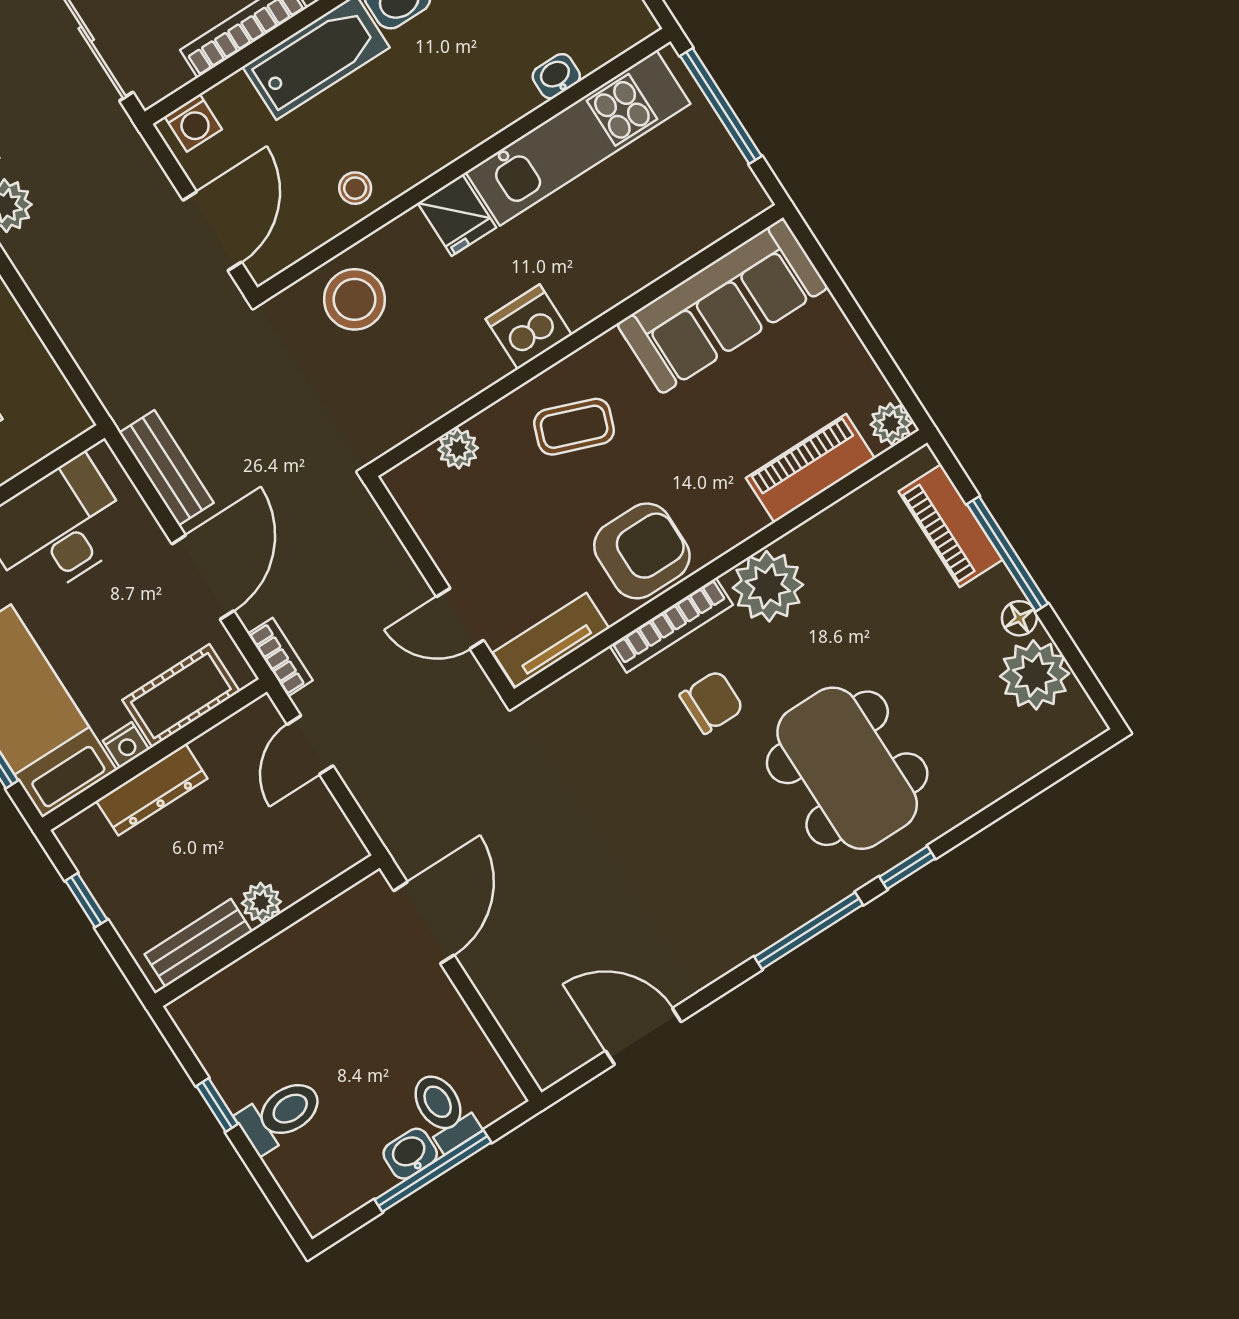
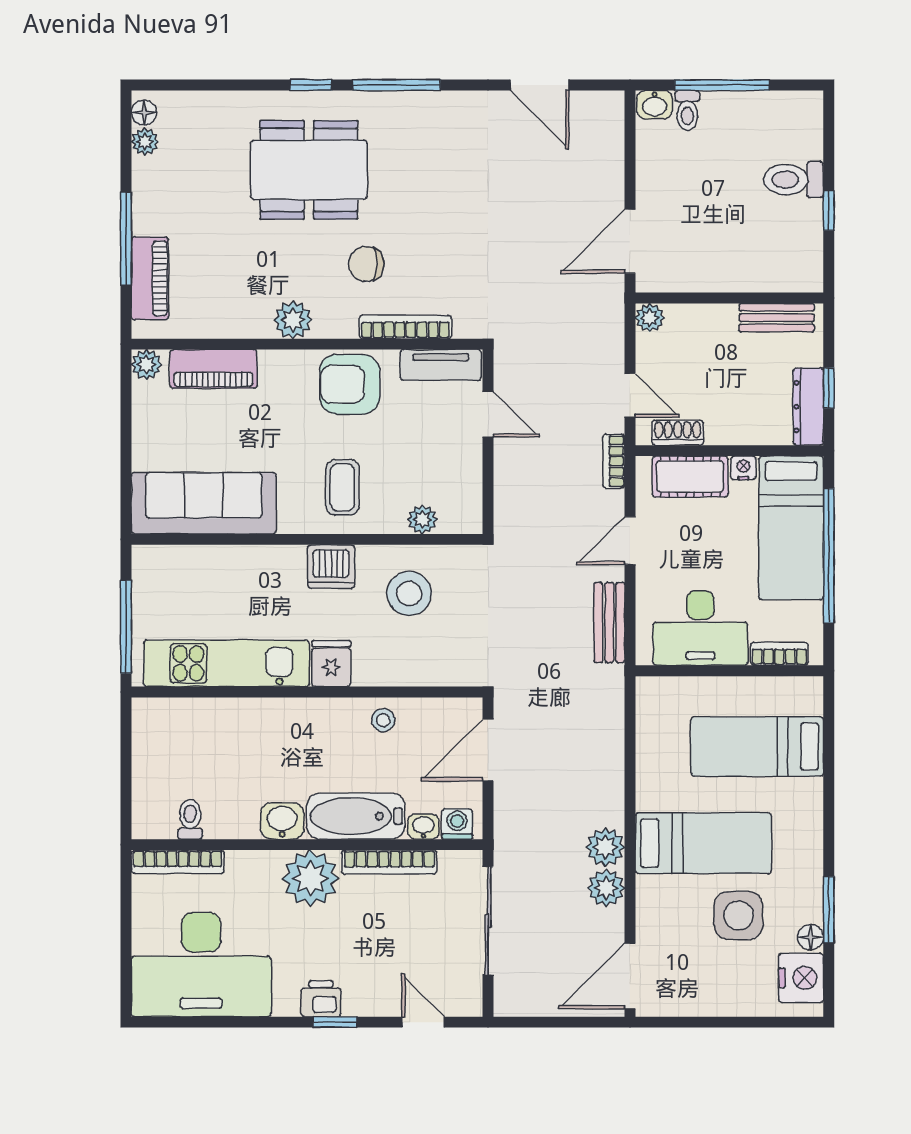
washbasin: (556, 76) -> (423, 827), moved, turned 180
stool: (354, 299) -> (409, 593), moved
coffee table: (574, 427) -> (342, 487), turned 70
door: (203, 577) -> (630, 541), width x0.73
plant: (768, 586) -> (293, 320), width x0.73, depth x0.73
floor lamp: (1019, 618) -> (144, 113), moved
bookcase: (671, 625) -> (405, 327), moved
plant: (1035, 675) -> (145, 142), width x0.53, depth x0.53
shoe rack: (228, 737) -> (678, 433), added
door: (310, 745) -> (630, 395), hinge flipped
dining table: (847, 768) -> (309, 170), turned 90
dresser: (152, 790) -> (808, 407), moved, turned -90
plant: (261, 902) -> (650, 318), moved
toilet: (443, 1111) -> (687, 110), width x0.73, depth x0.72
washbasin: (410, 1154) -> (655, 105), moved

